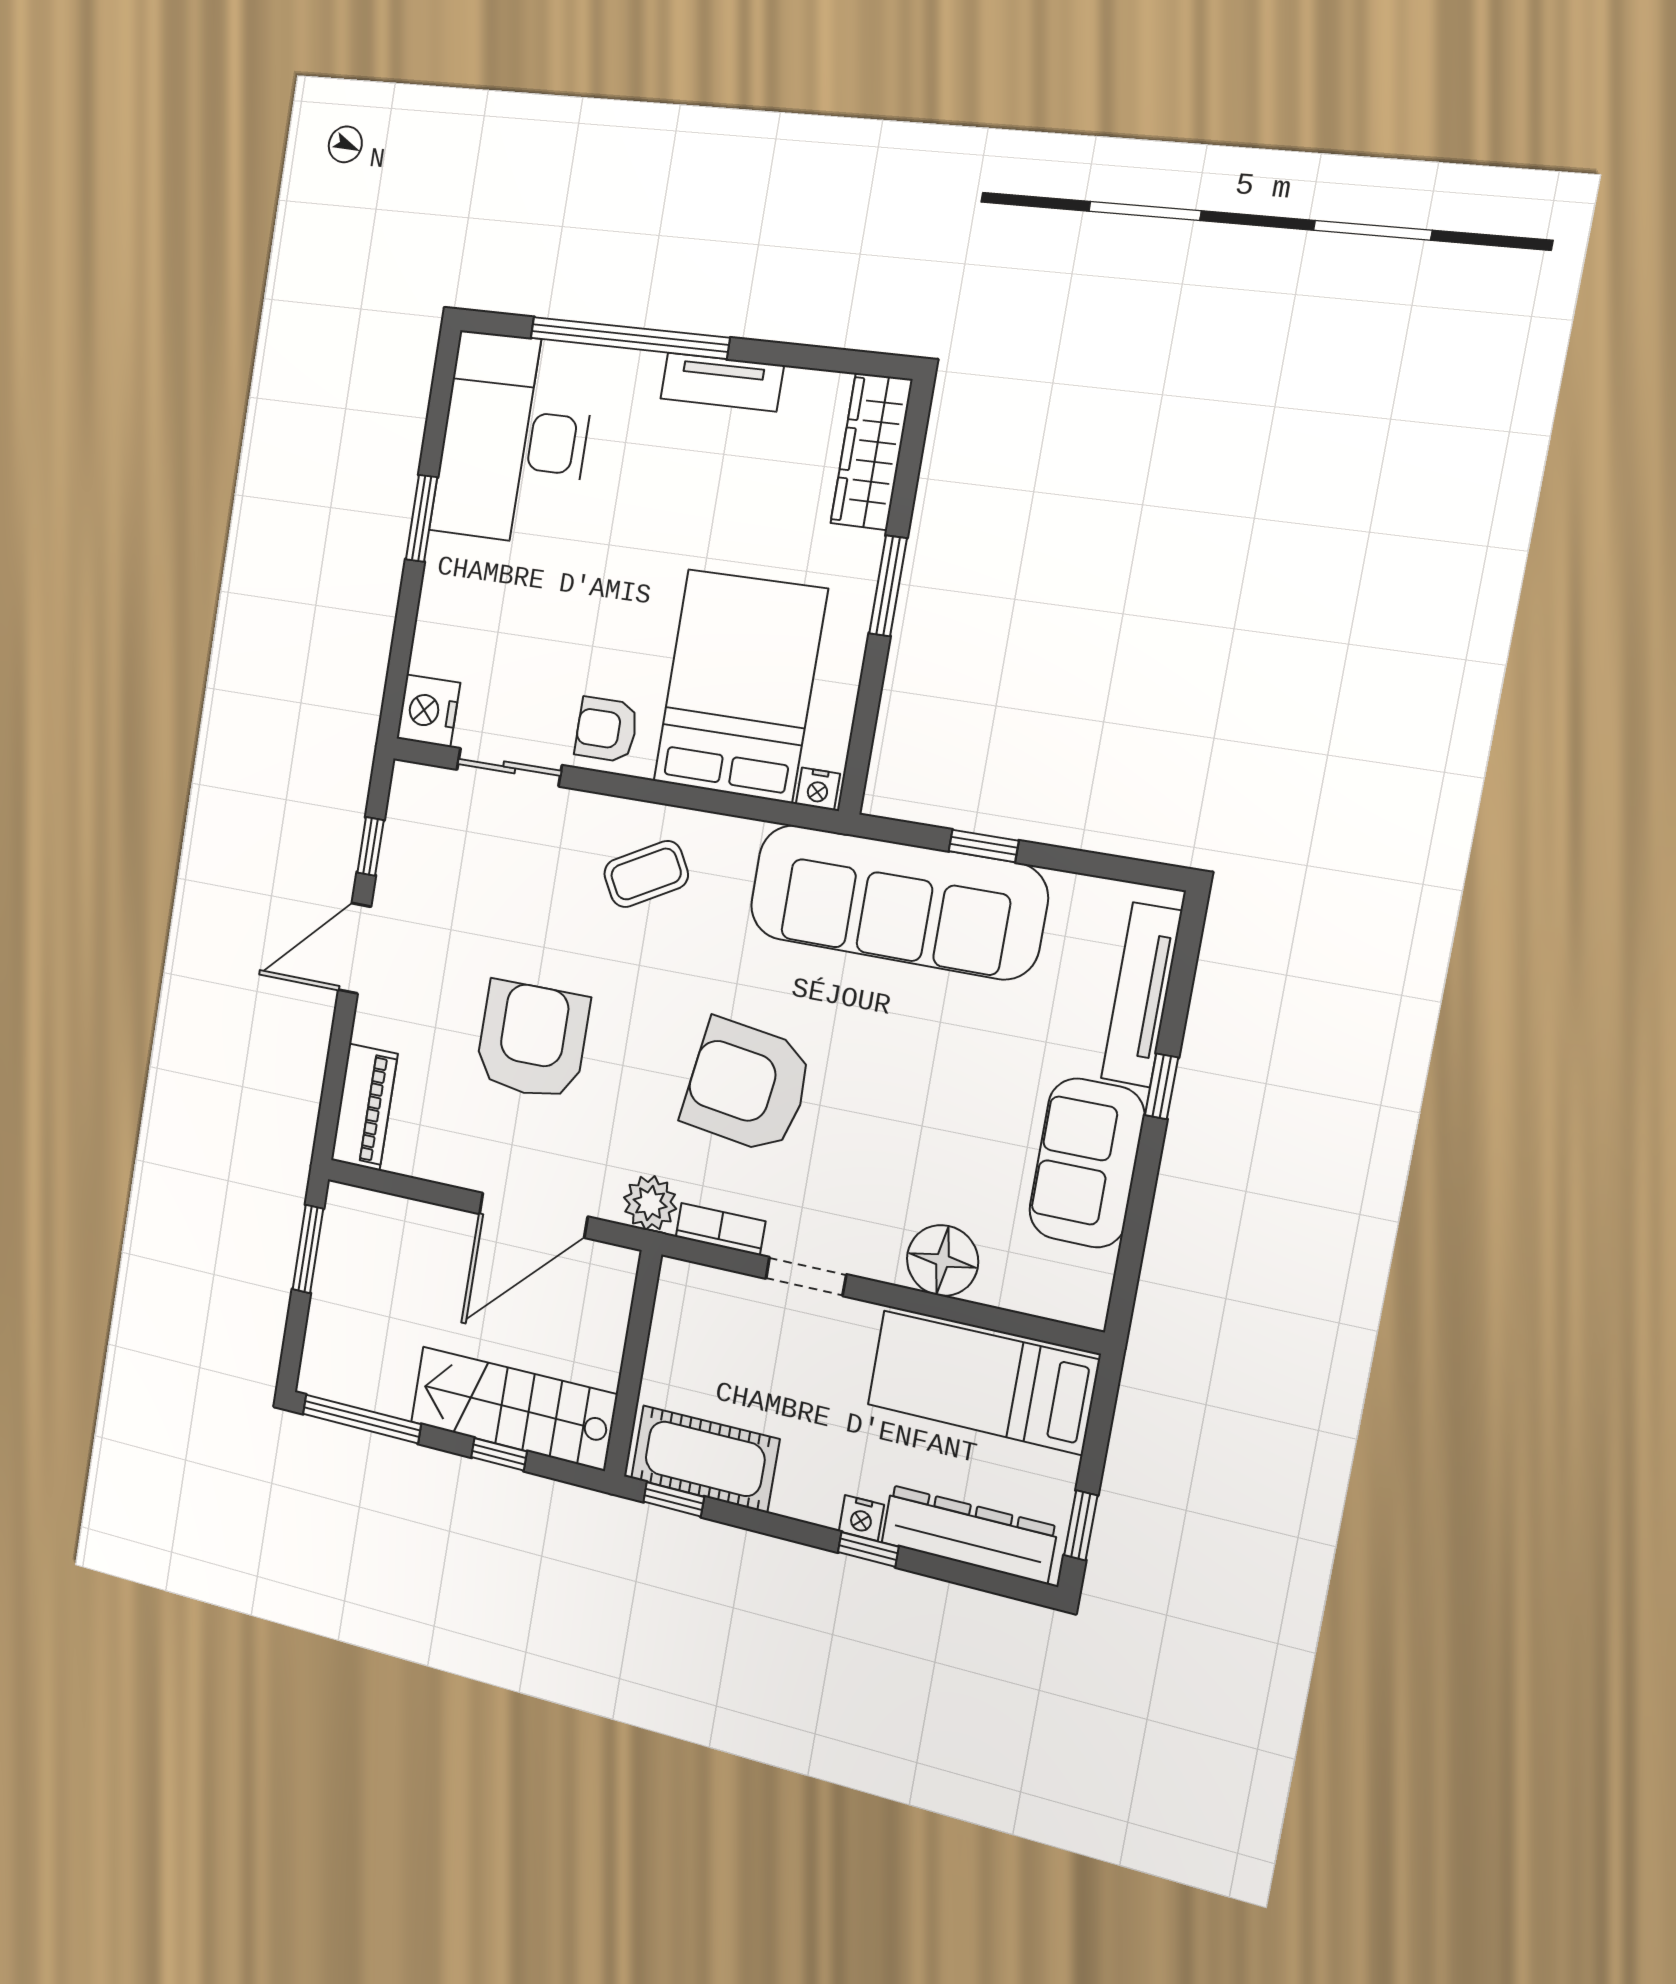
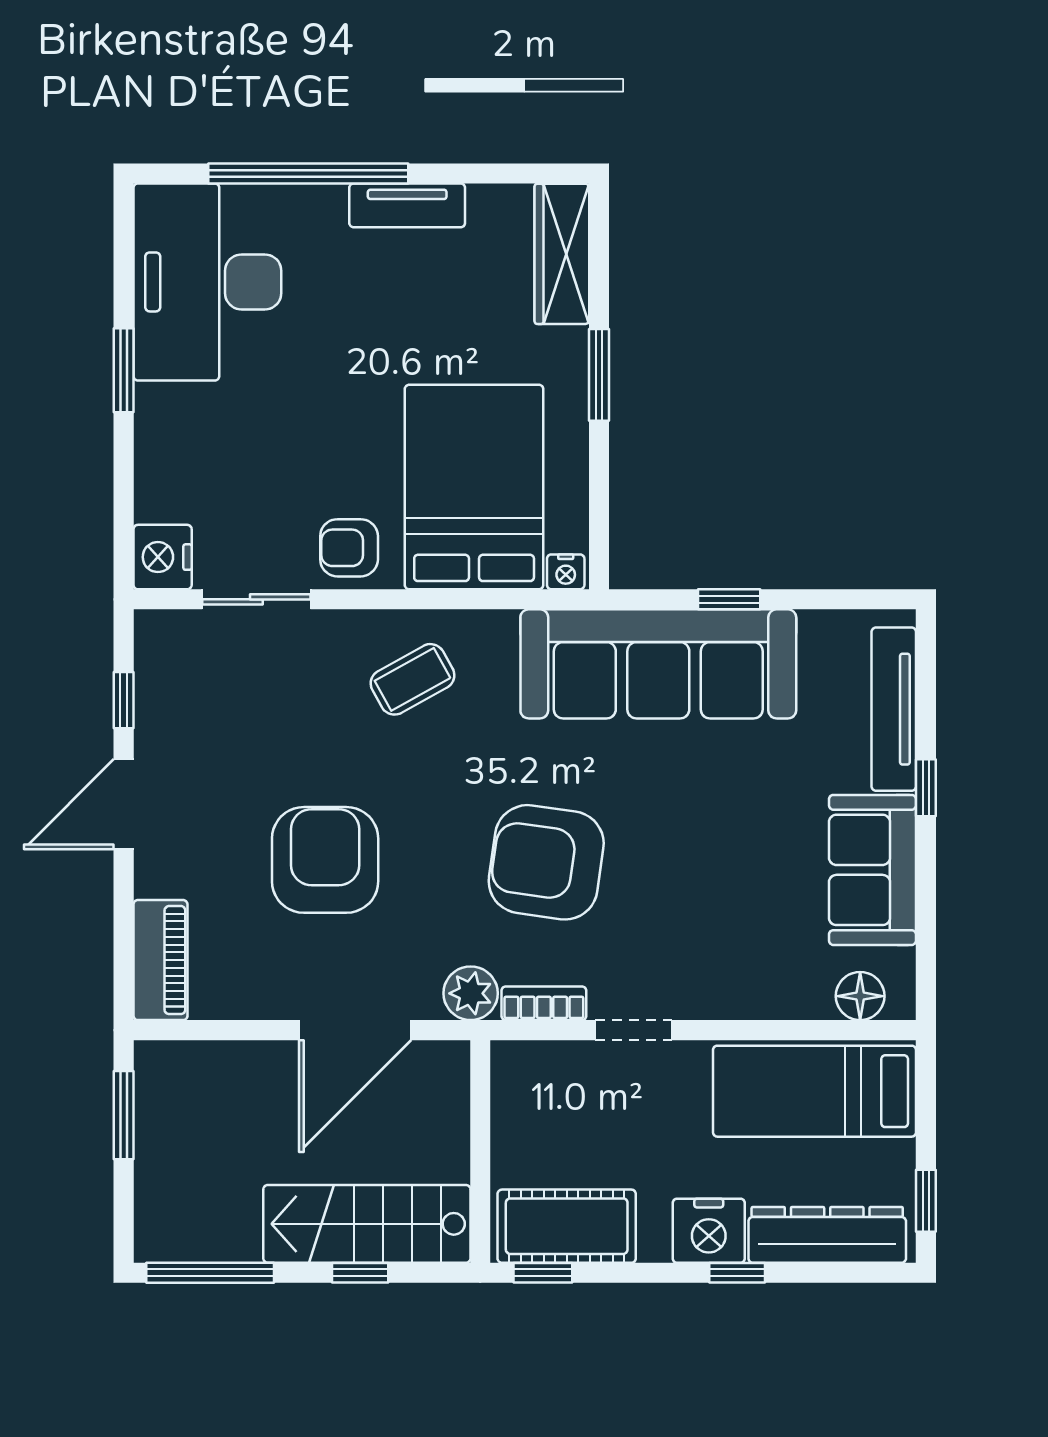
floor lamp: (943, 1260) -> (860, 996), moved, width x0.73, depth x0.73
nightstand: (861, 1518) -> (709, 1231), width x1.89, depth x1.79

